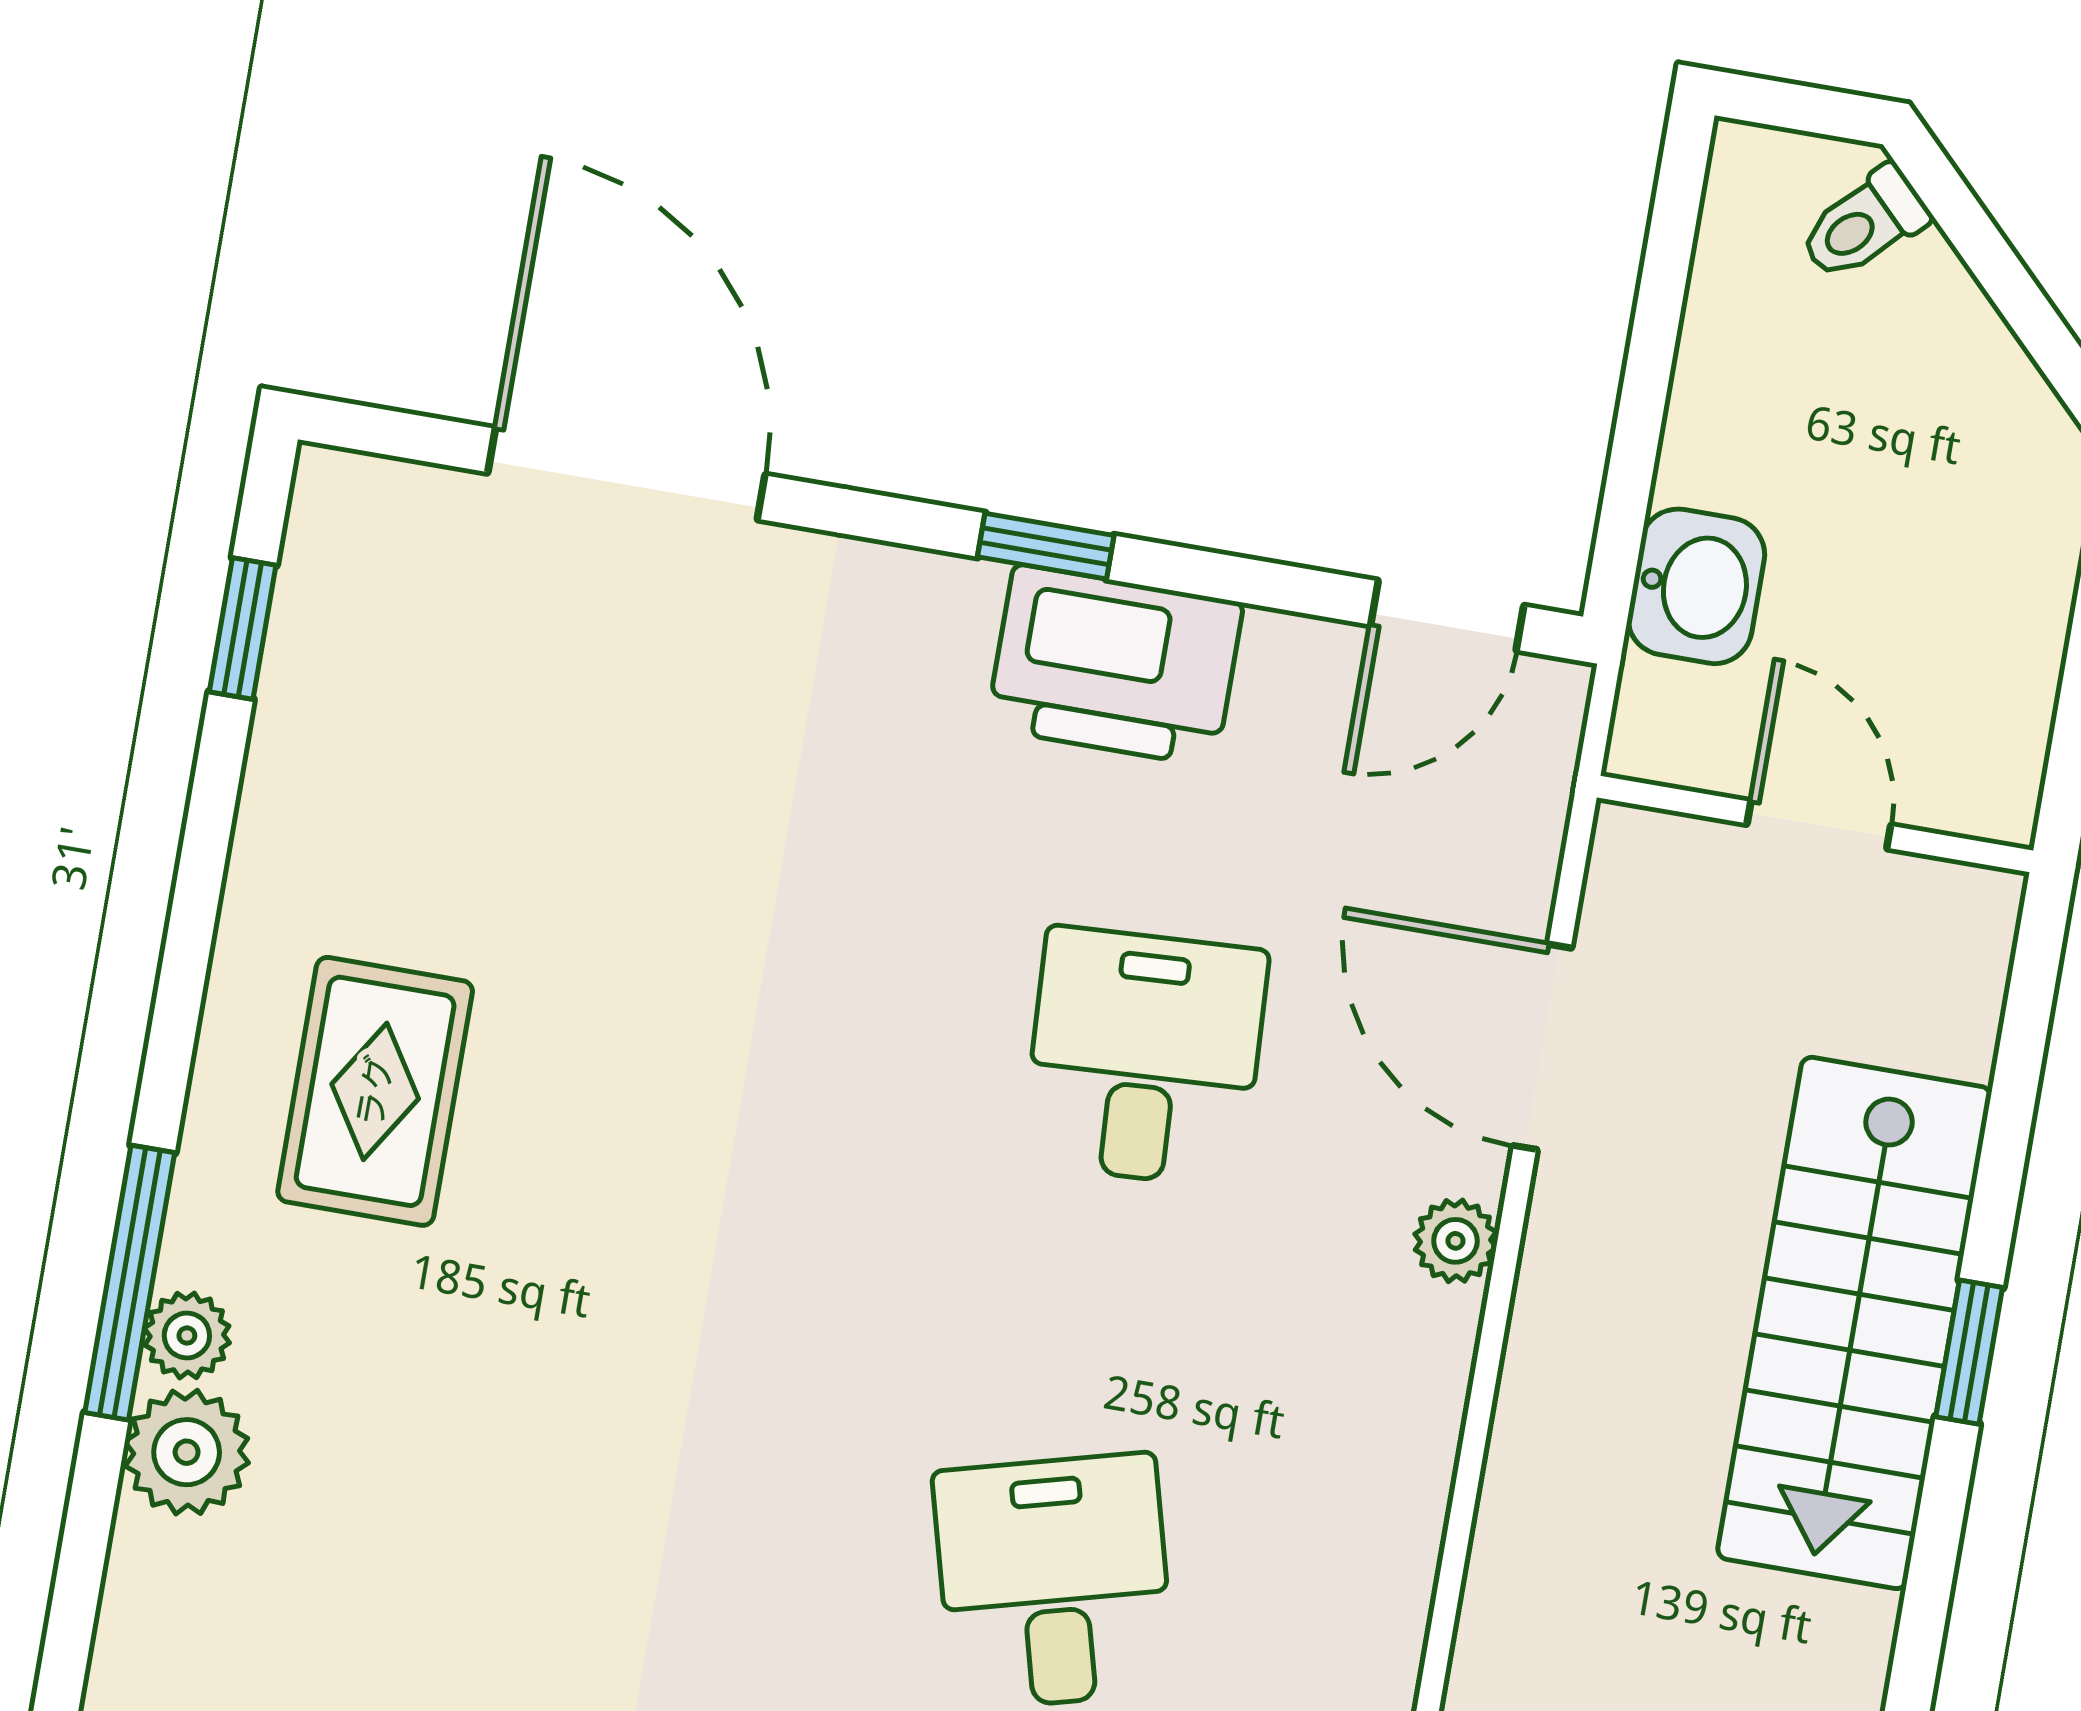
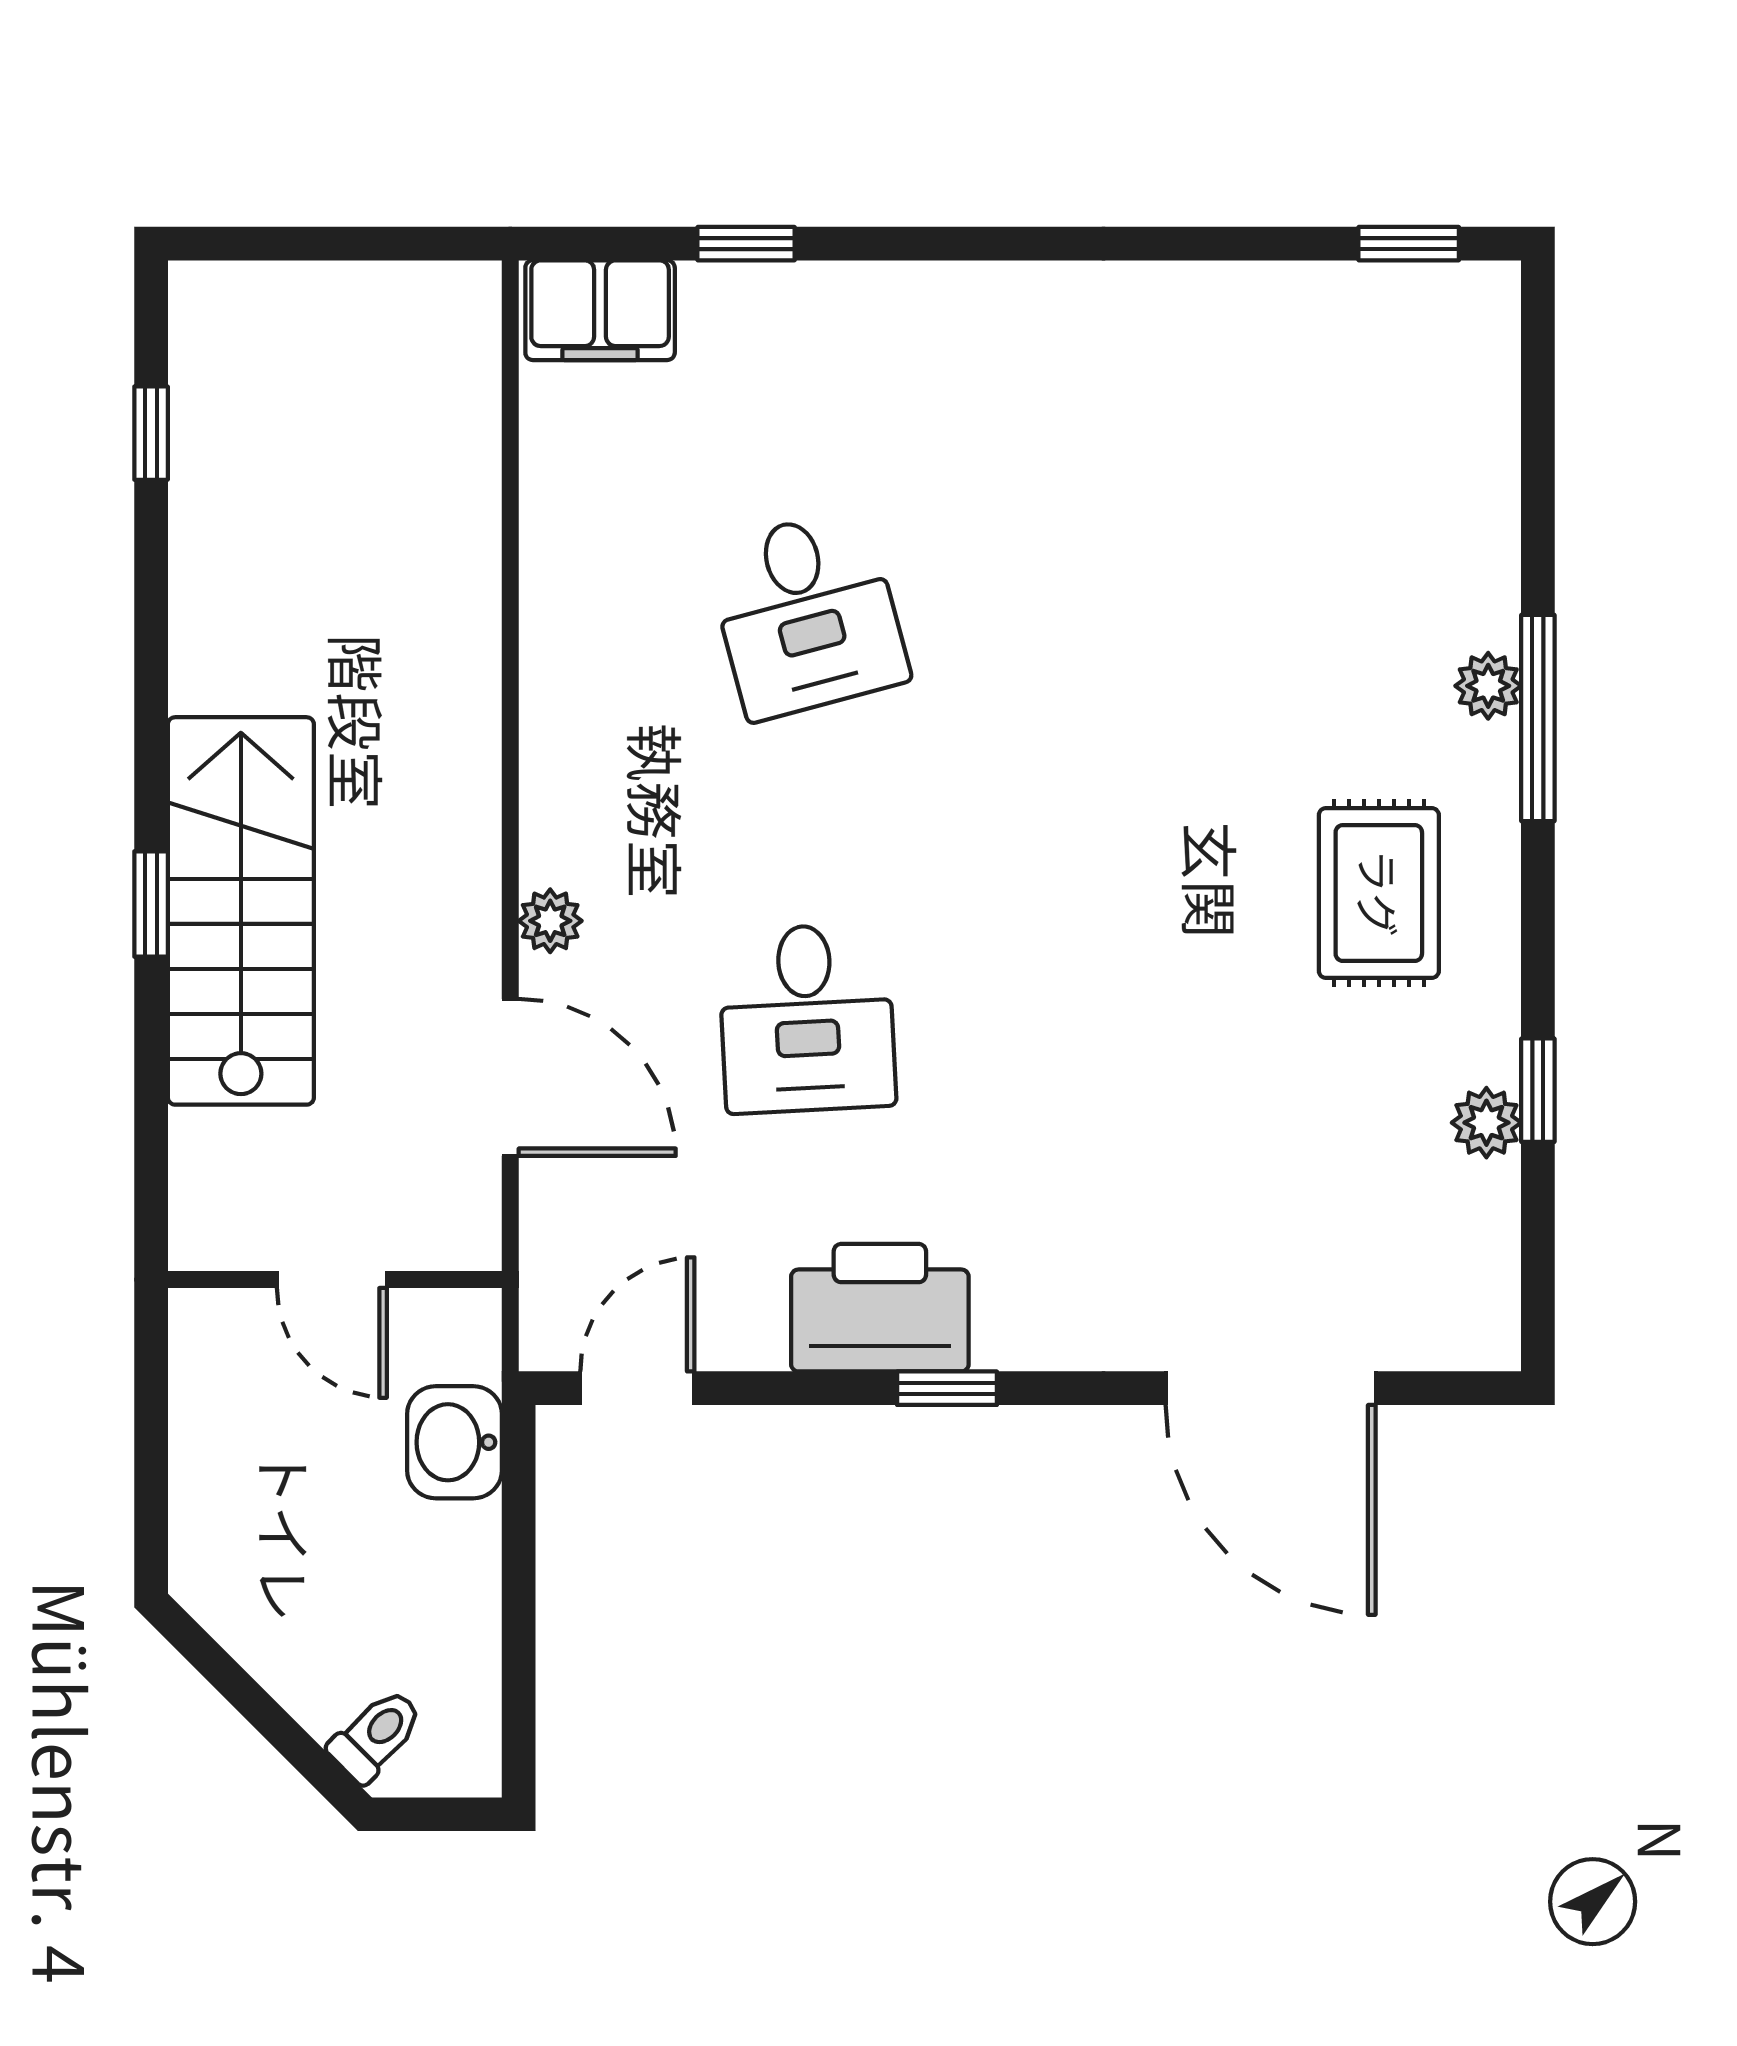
window: (243, 629) -> (1538, 1090), moved
plant: (187, 1452) -> (1486, 1123), moved, width x0.73, depth x0.73

